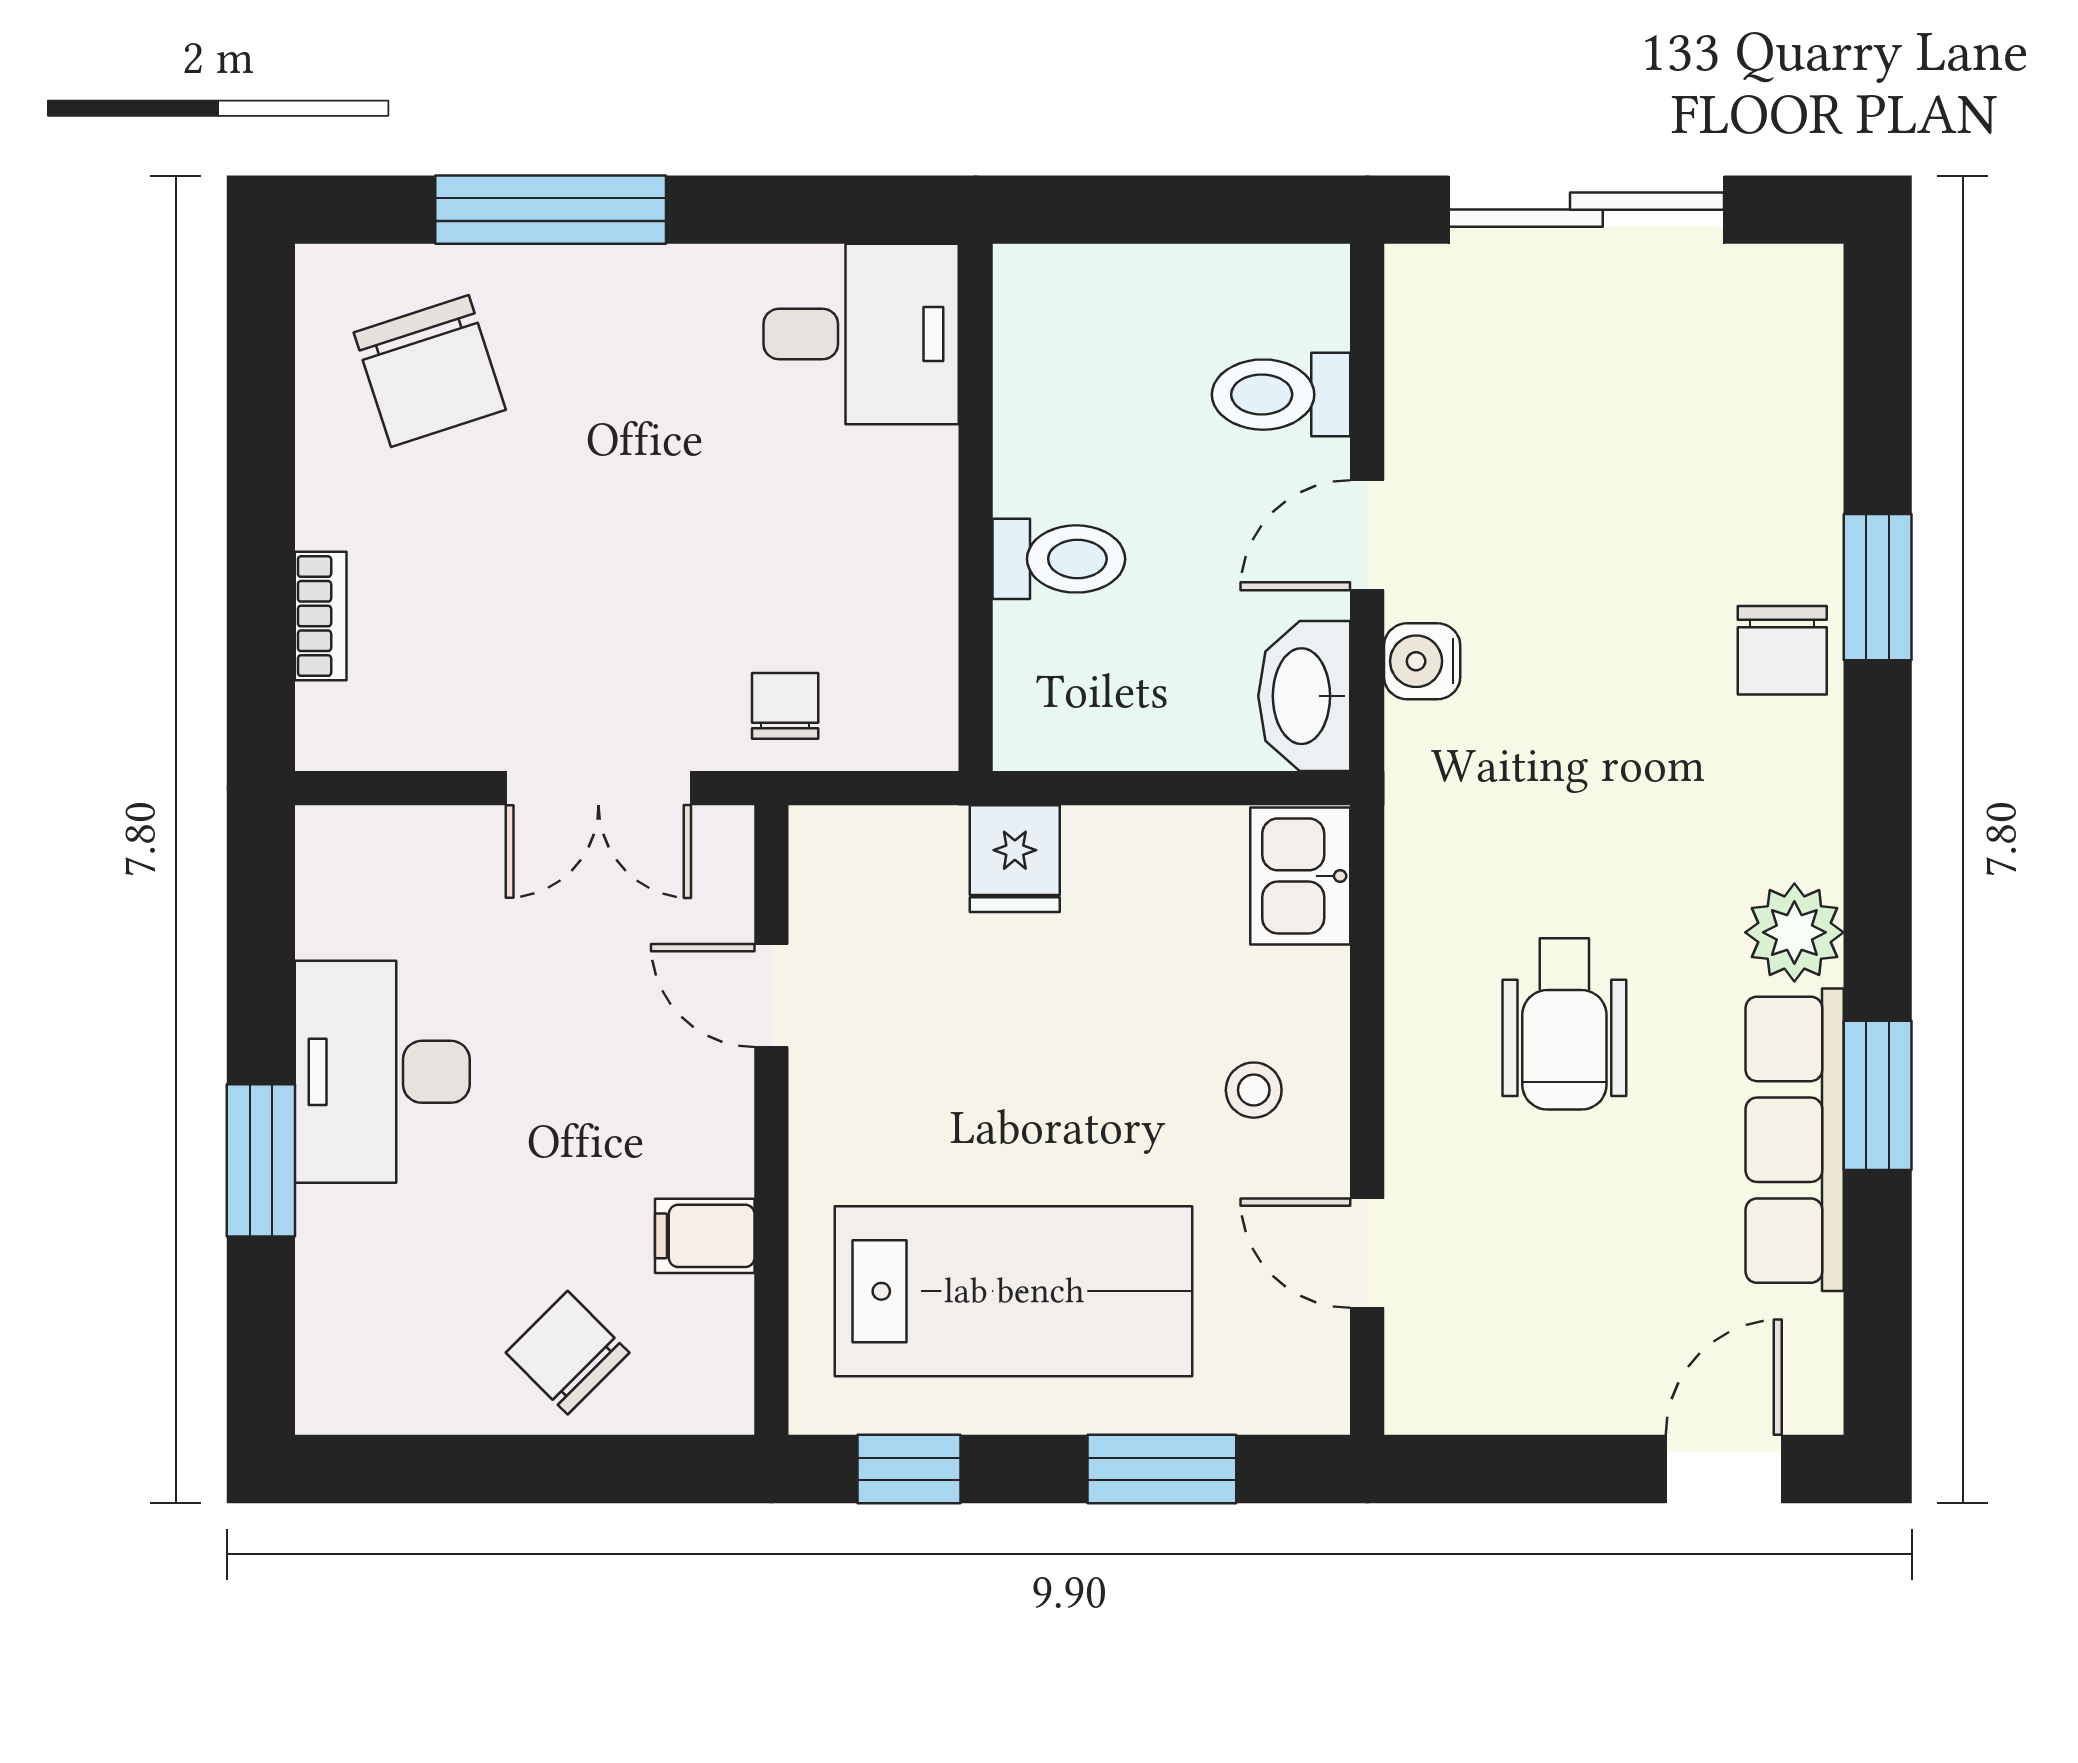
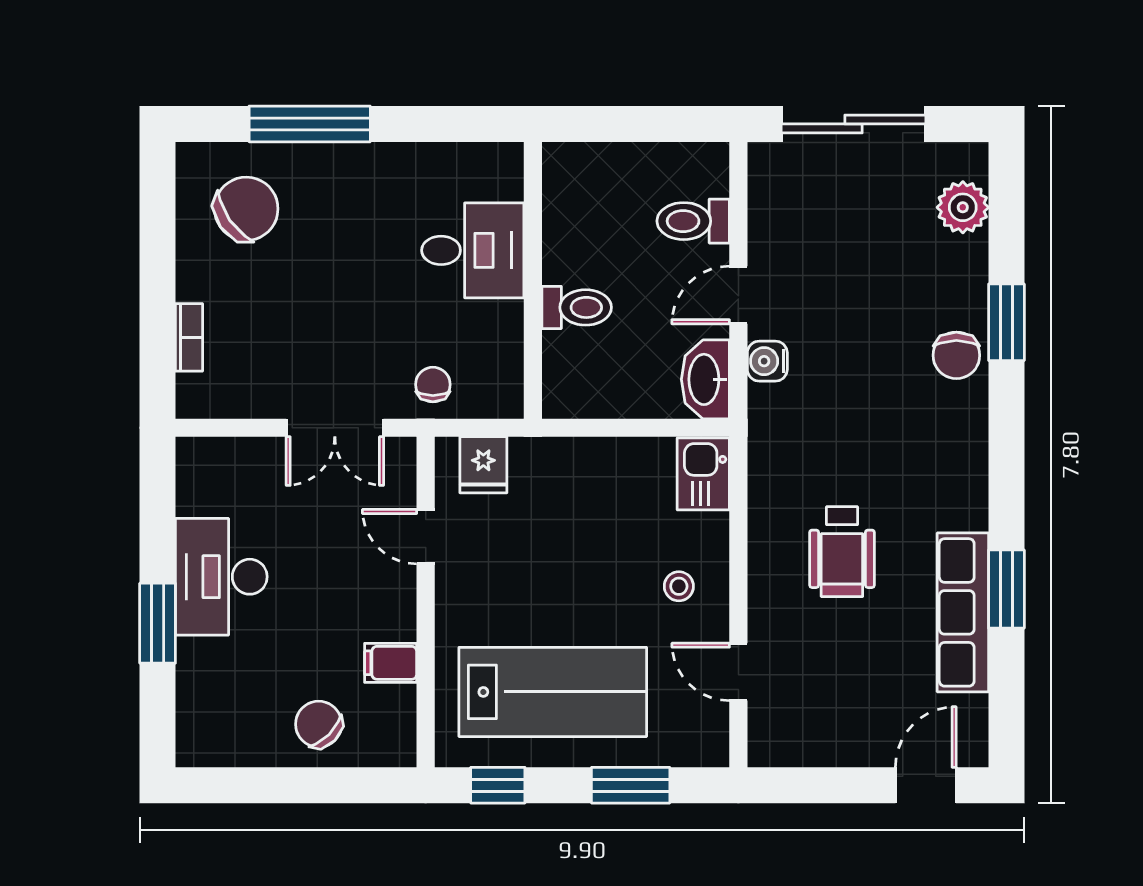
desk: (861, 334) -> (473, 250), moved
chair: (430, 371) -> (246, 209), turned -107
fridge: (1015, 859) -> (483, 465), moved
plant: (1794, 932) -> (963, 207), moved

